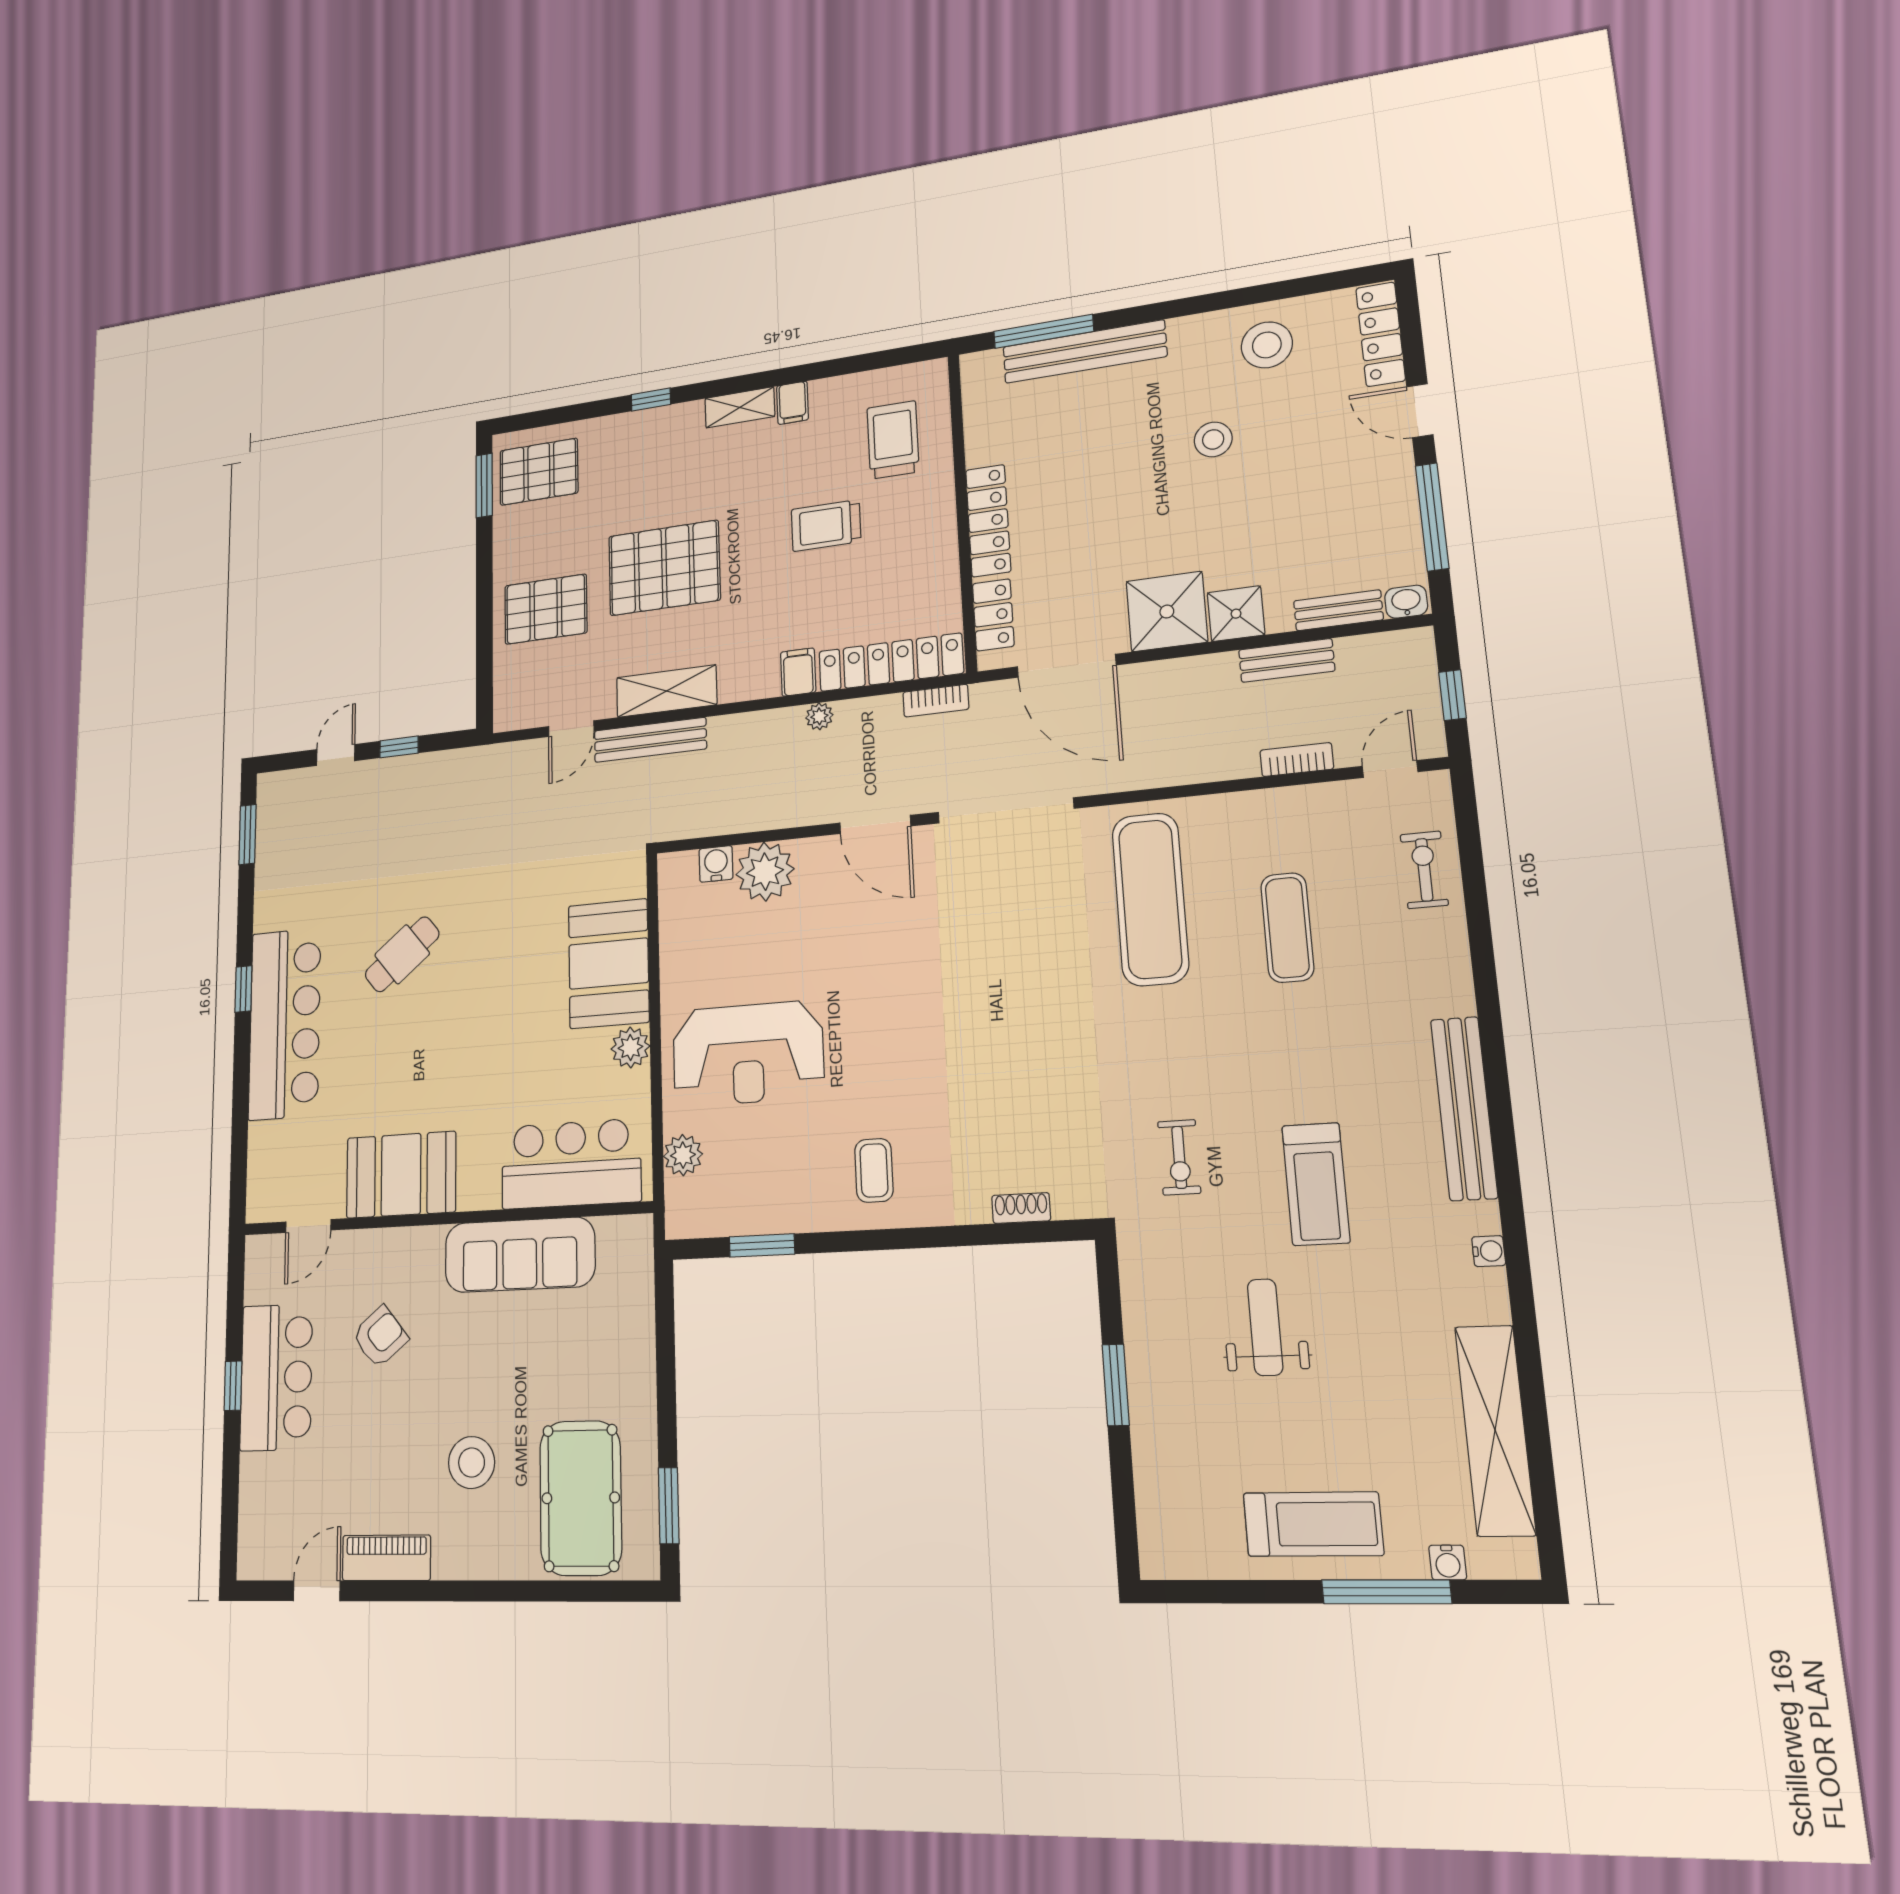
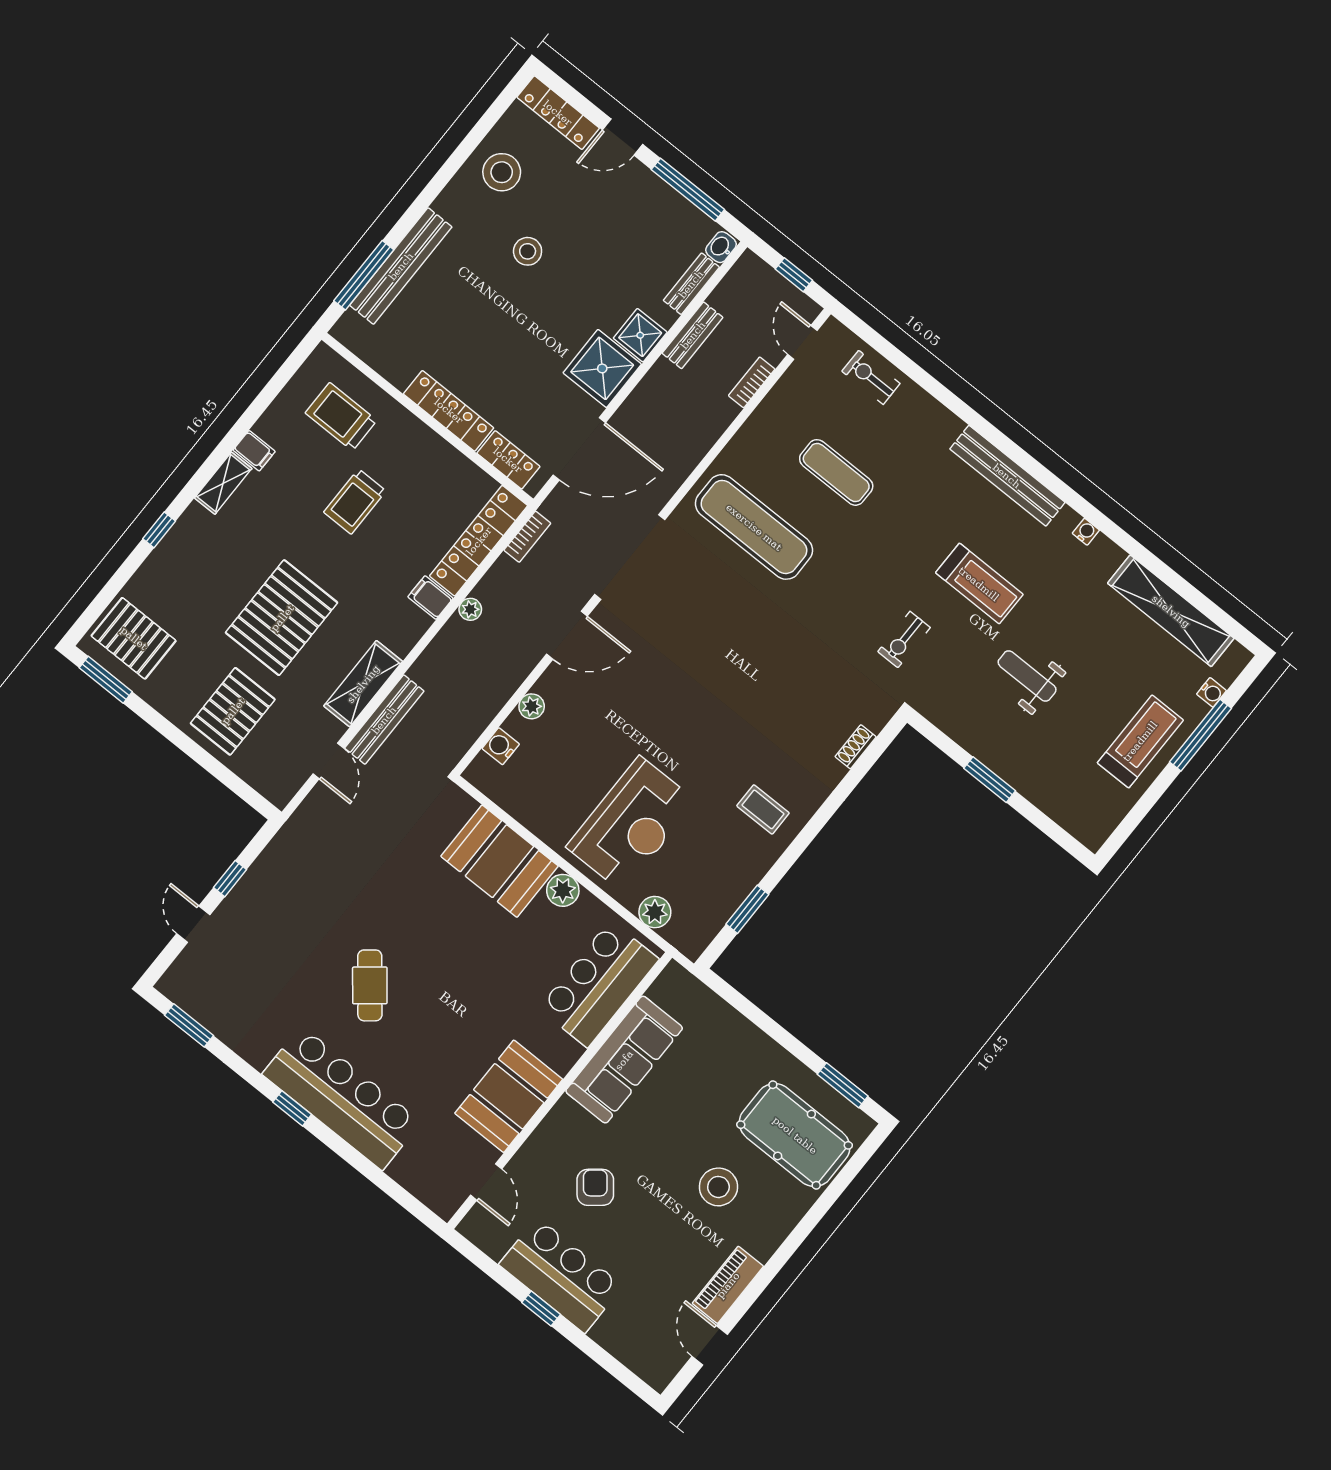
pallet: (539, 472) -> (134, 638), turned 90
plant: (765, 872) -> (532, 706), width x0.53, depth x0.53
exercise bike: (1179, 1157) -> (904, 640), turned 90

